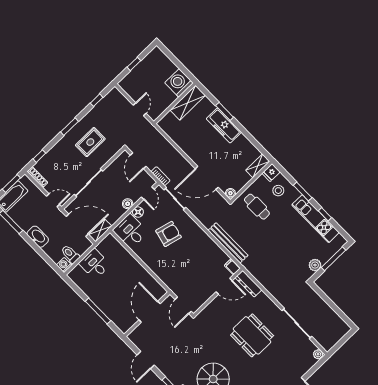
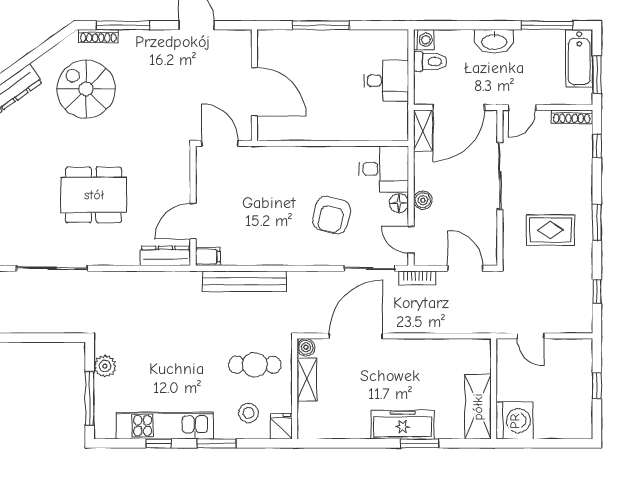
rug: (90, 142) -> (550, 230), turned 90
shelving: (258, 166) -> (307, 379), moved

